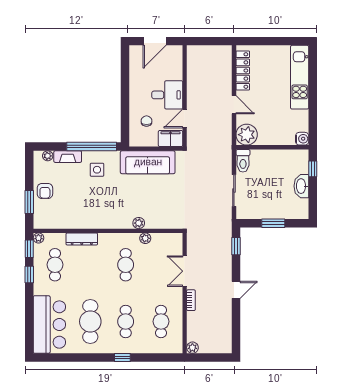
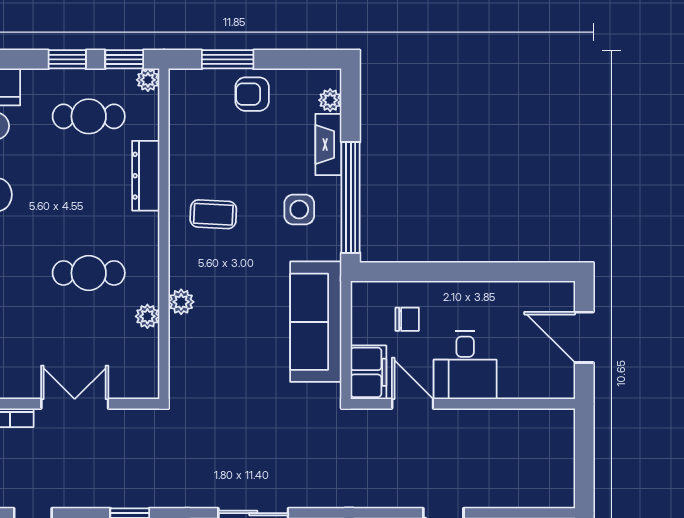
coffee table: (99, 209) -> (213, 214), added

